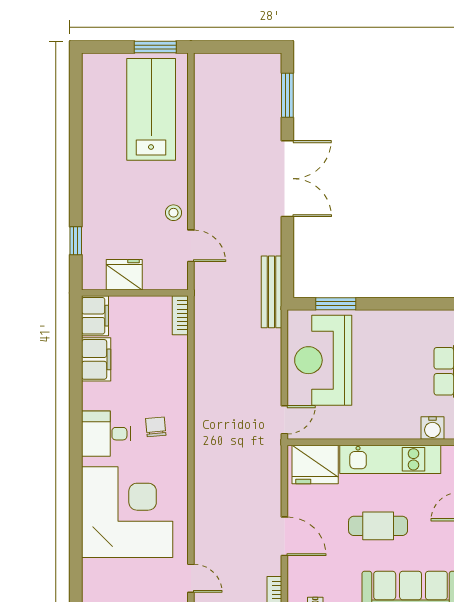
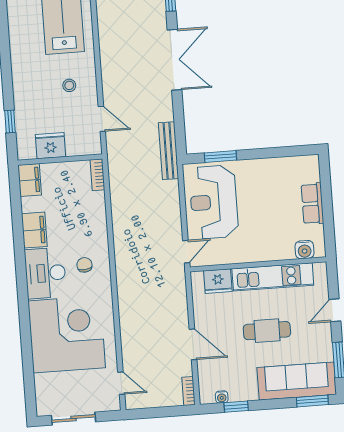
stool: (173, 213) -> (69, 85), moved
filing cabinet: (96, 359) -> (34, 230), moved
desk: (106, 434) -> (45, 273), width x1.37
fridge: (315, 465) -> (218, 281), width x0.73, depth x0.75

